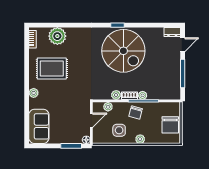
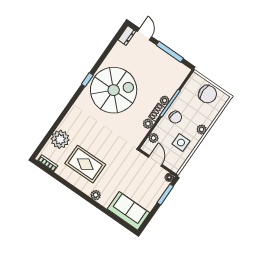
rug: (52, 68) -> (85, 164), turned 90

